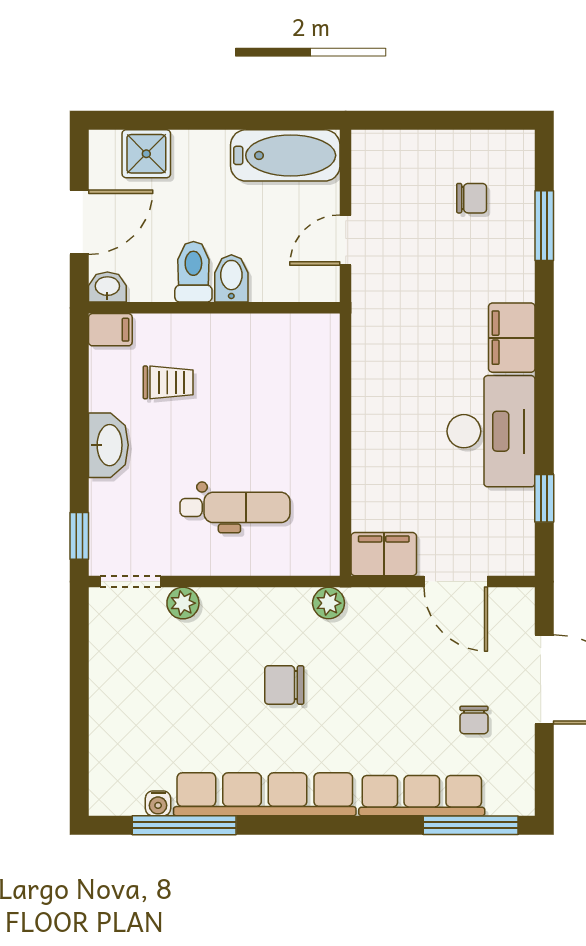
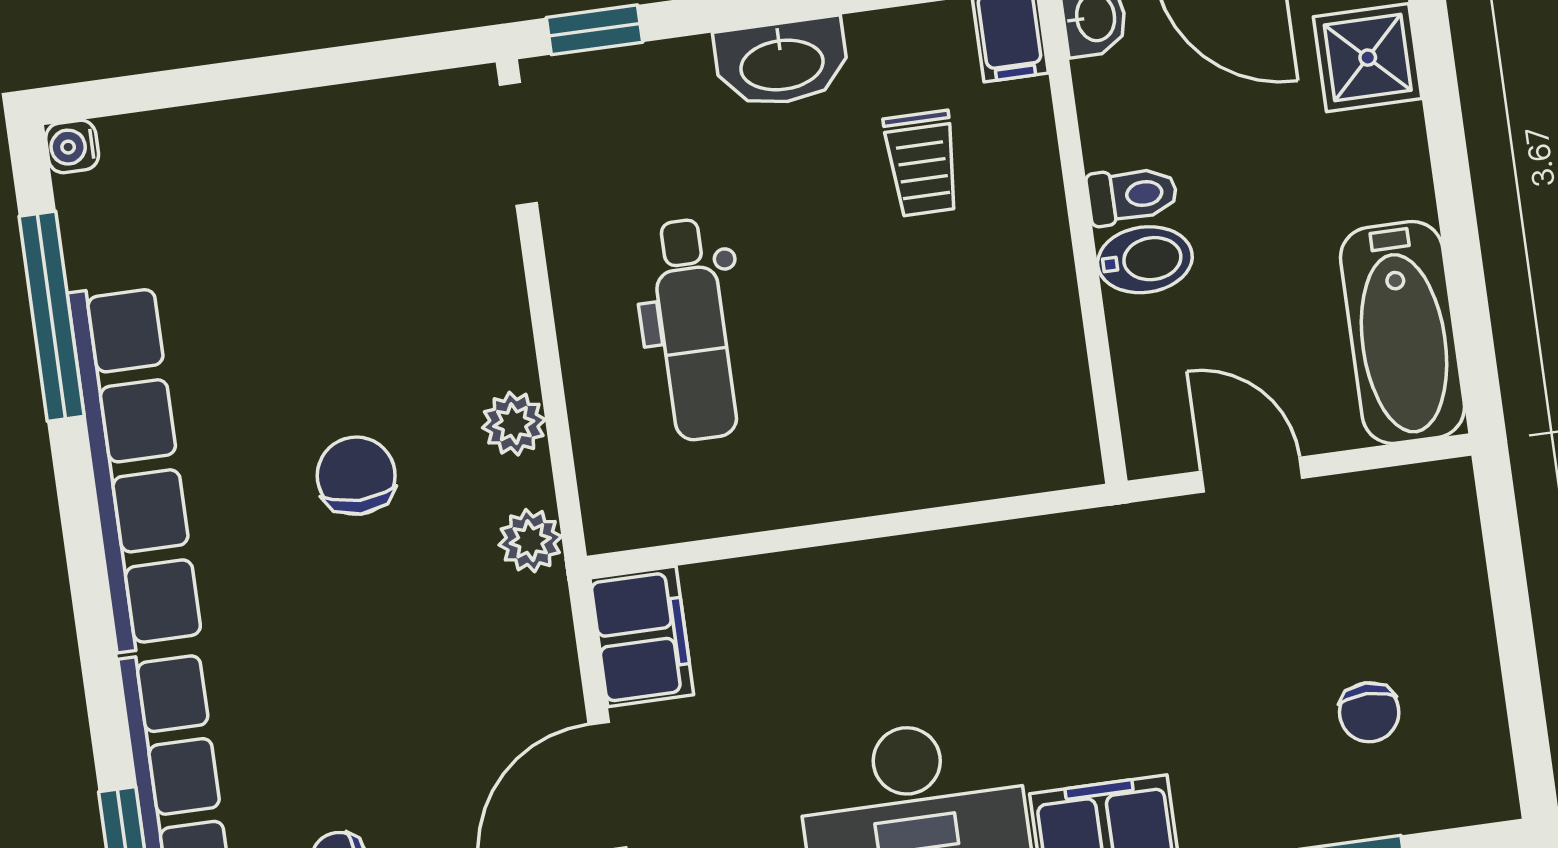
toilet: (193, 272) -> (1132, 195), width x0.73, depth x0.72
plant: (183, 603) -> (514, 424), moved
water cooler: (158, 803) -> (72, 146), moved

